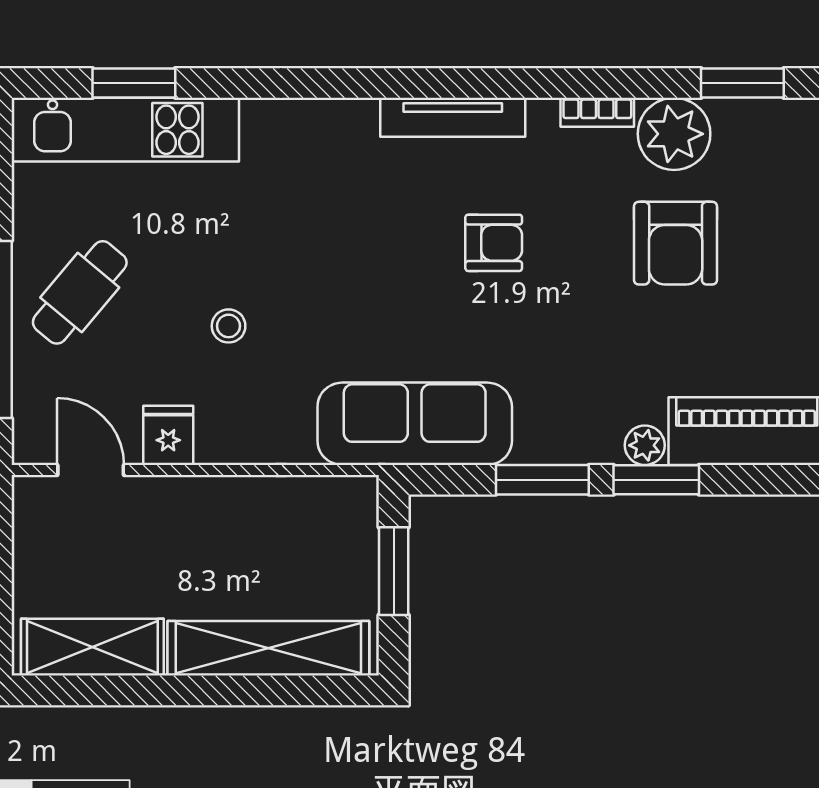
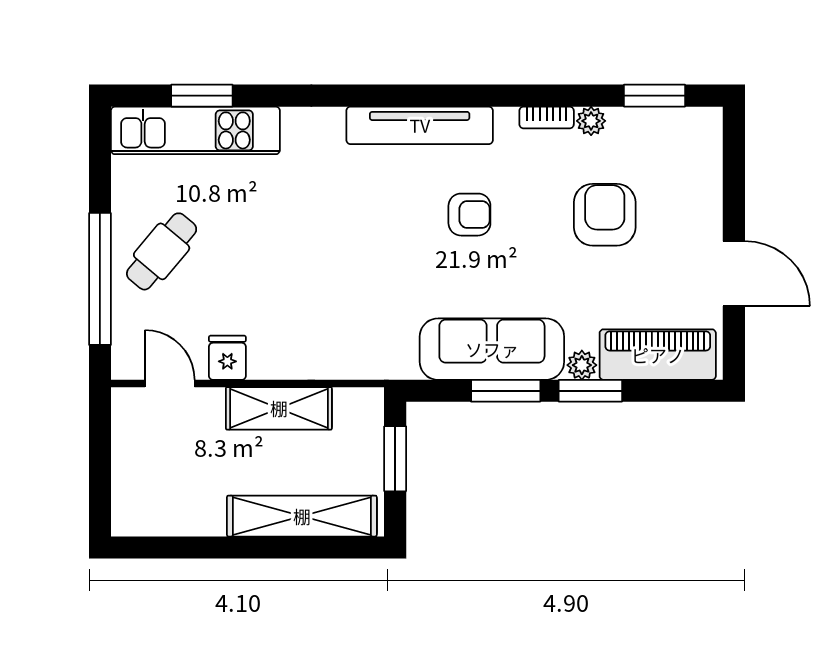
tv unit: (453, 117) -> (420, 125), width x1.36, depth x1.29
plant: (674, 134) -> (591, 121), width x0.53, depth x0.53
armchair: (676, 243) -> (605, 215), turned 180
stool: (229, 326) -> (272, 276), removed
sofa: (415, 424) -> (492, 349), moved
shelving: (92, 647) -> (279, 408), moved

